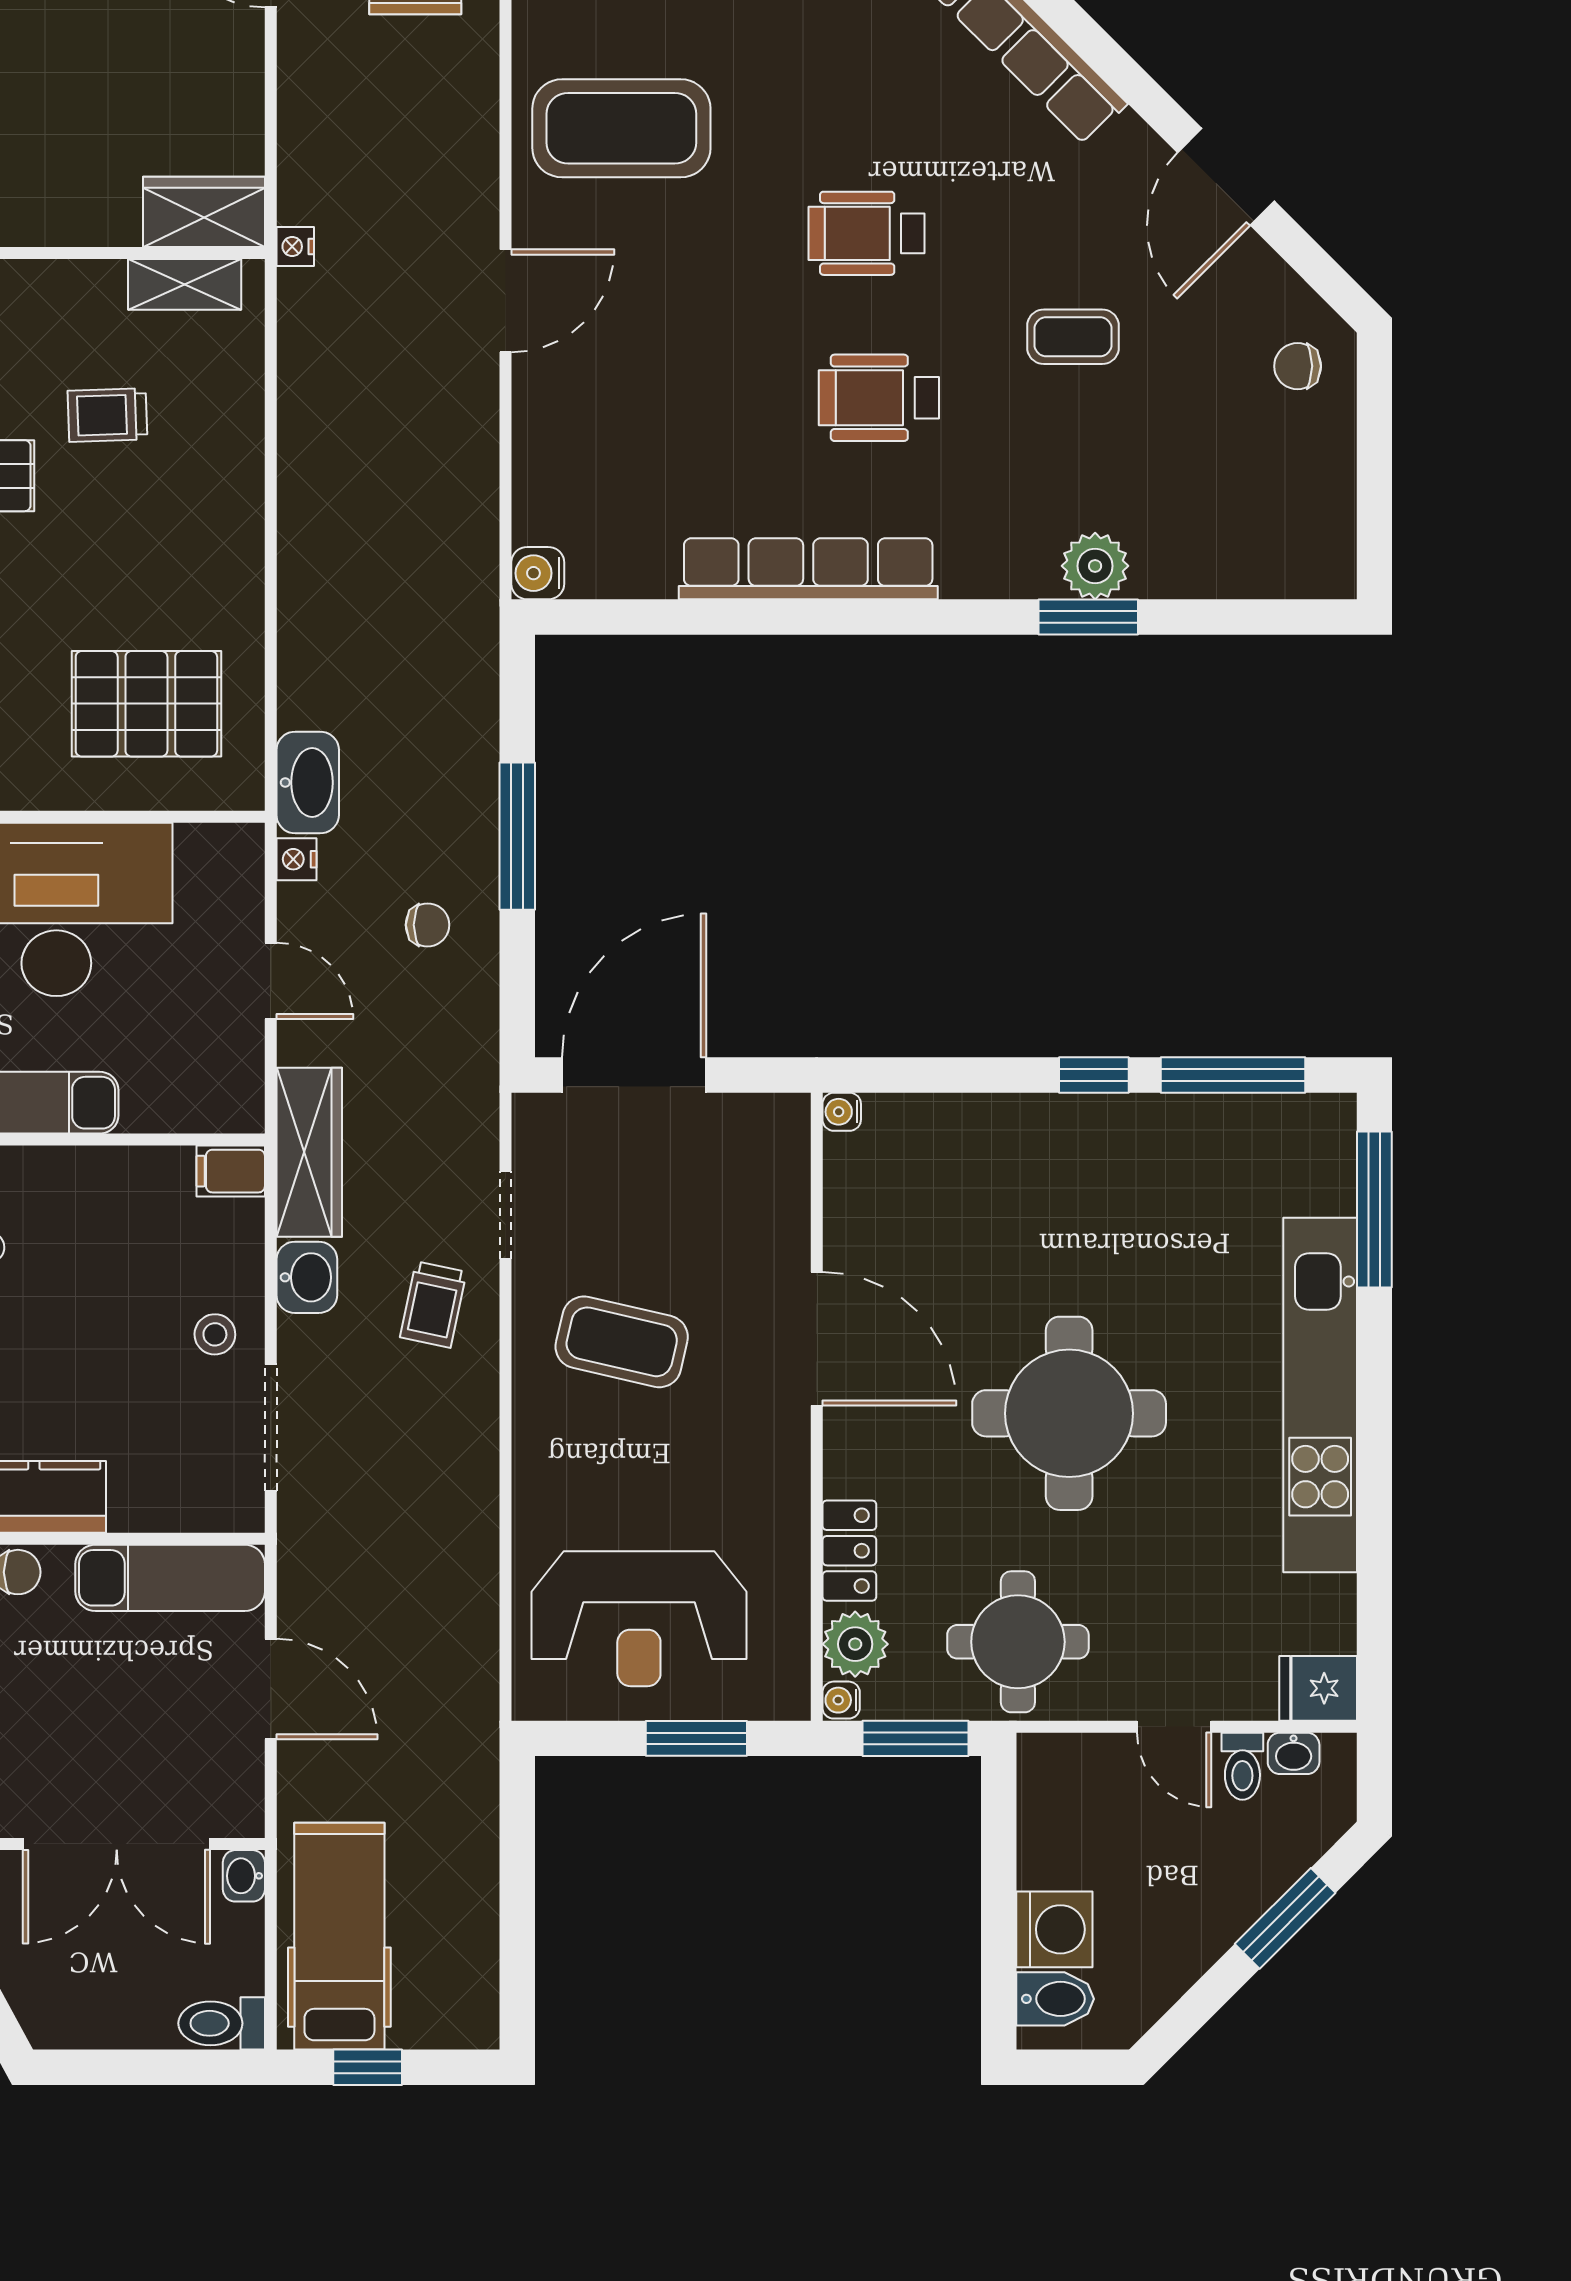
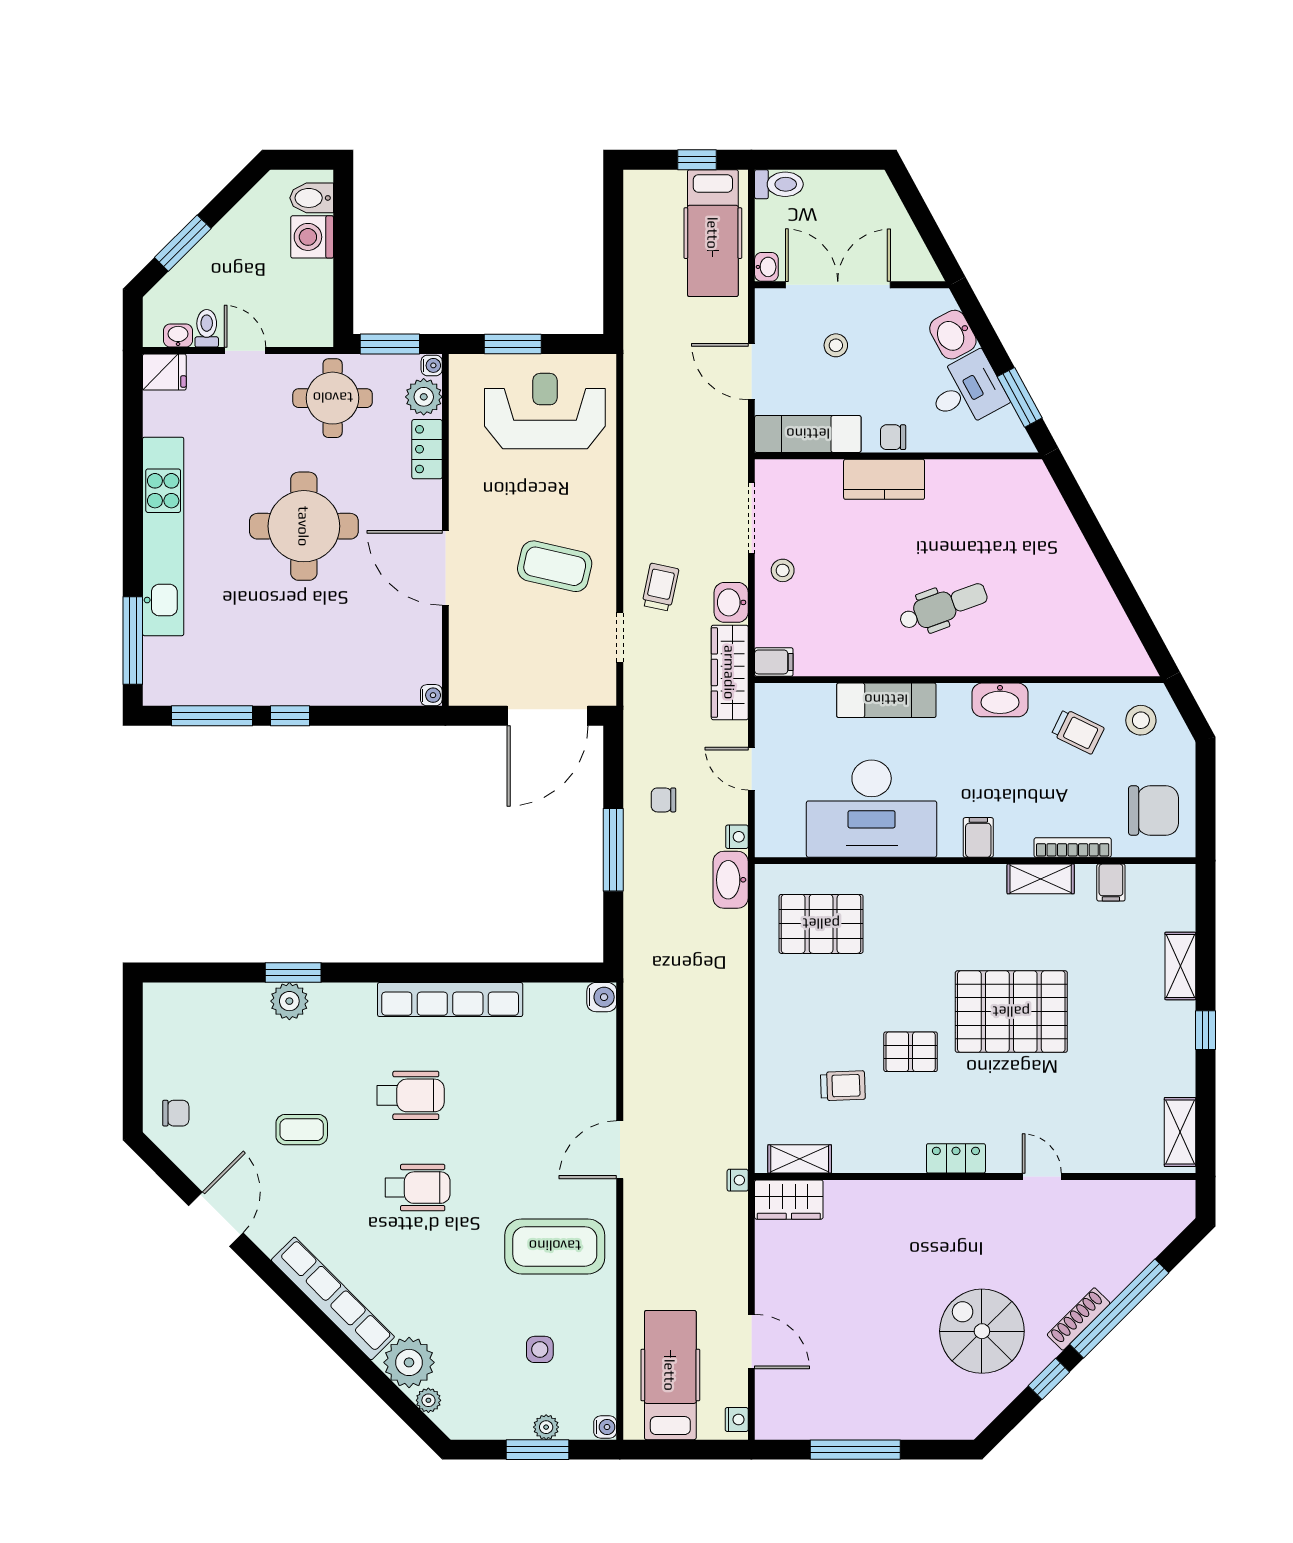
stool: (120, 1736) -> (836, 345), added

